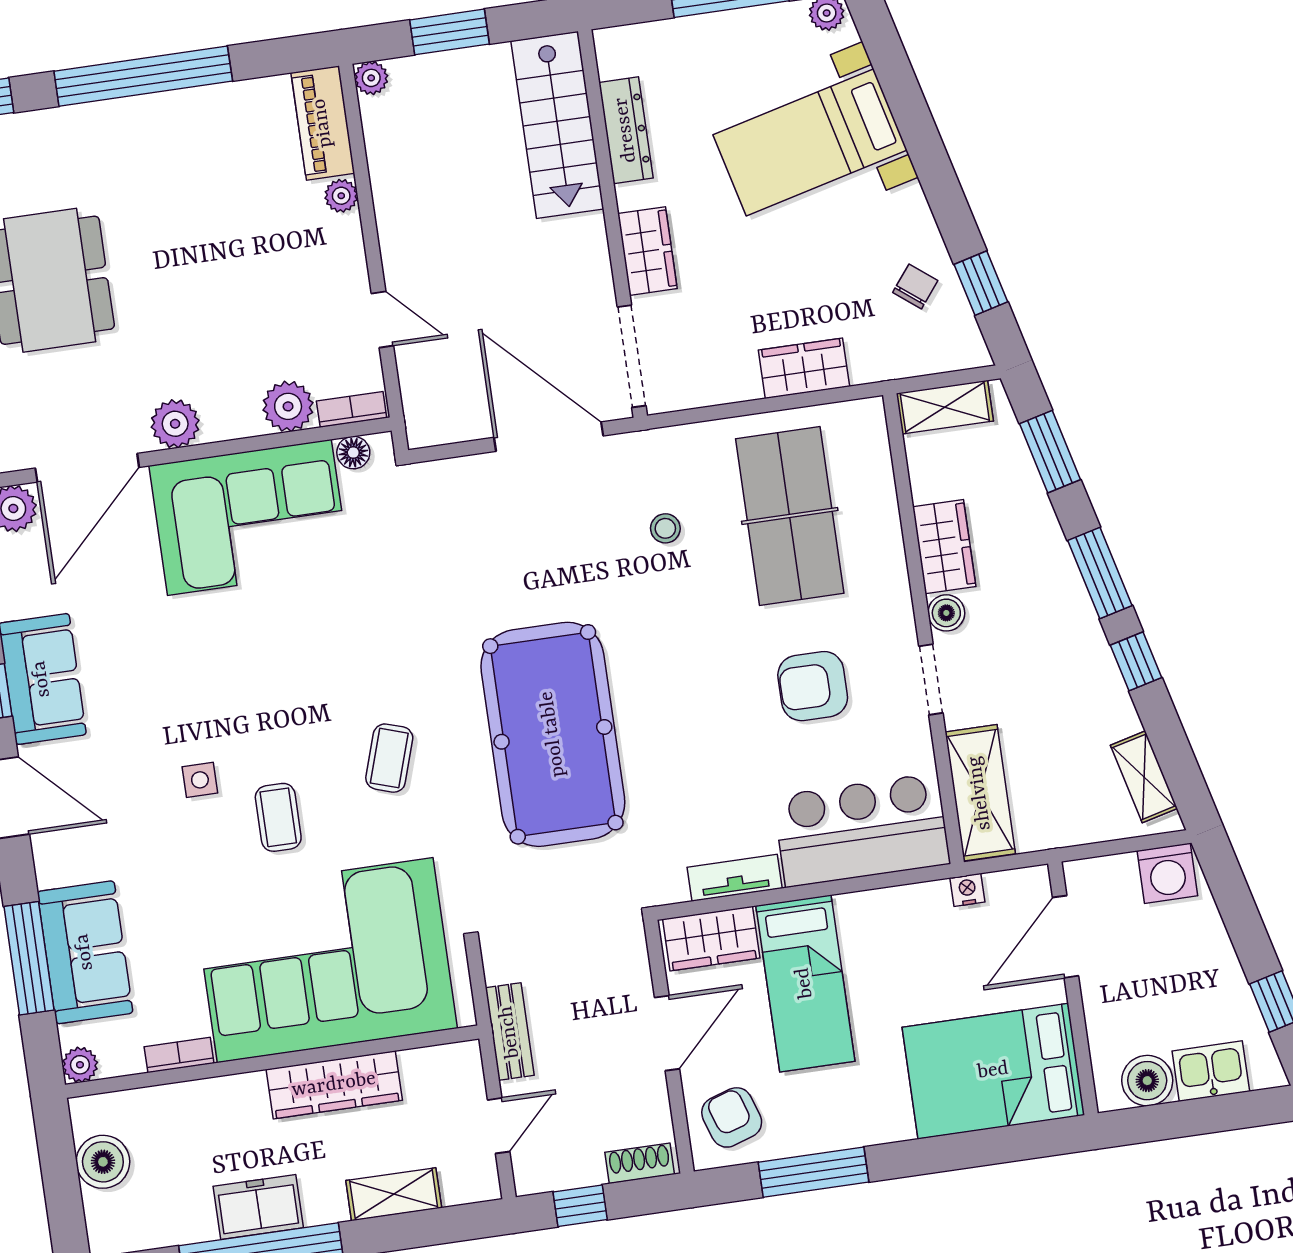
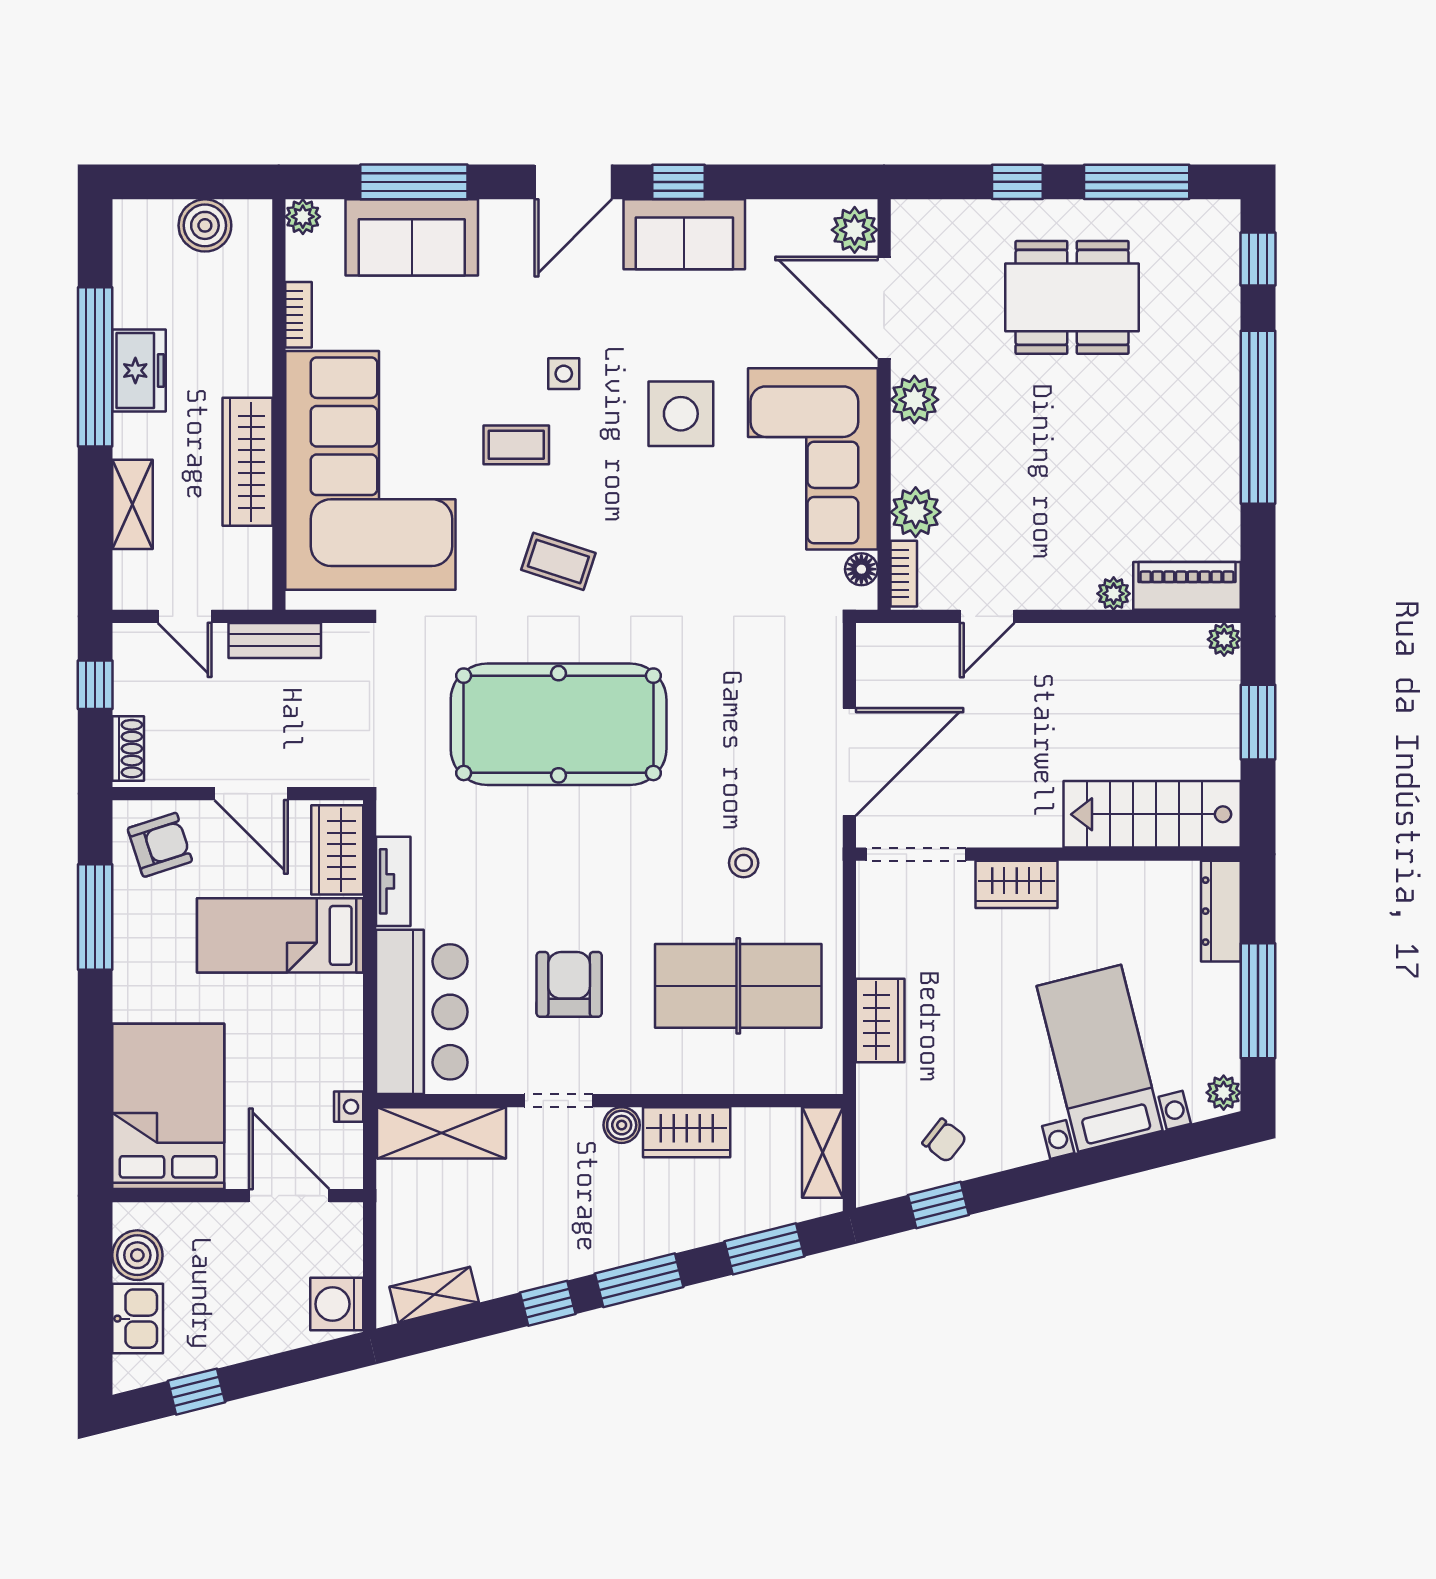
dresser: (626, 130) -> (1221, 911), moved, turned 90
side table: (223, 656) -> (681, 414), added

